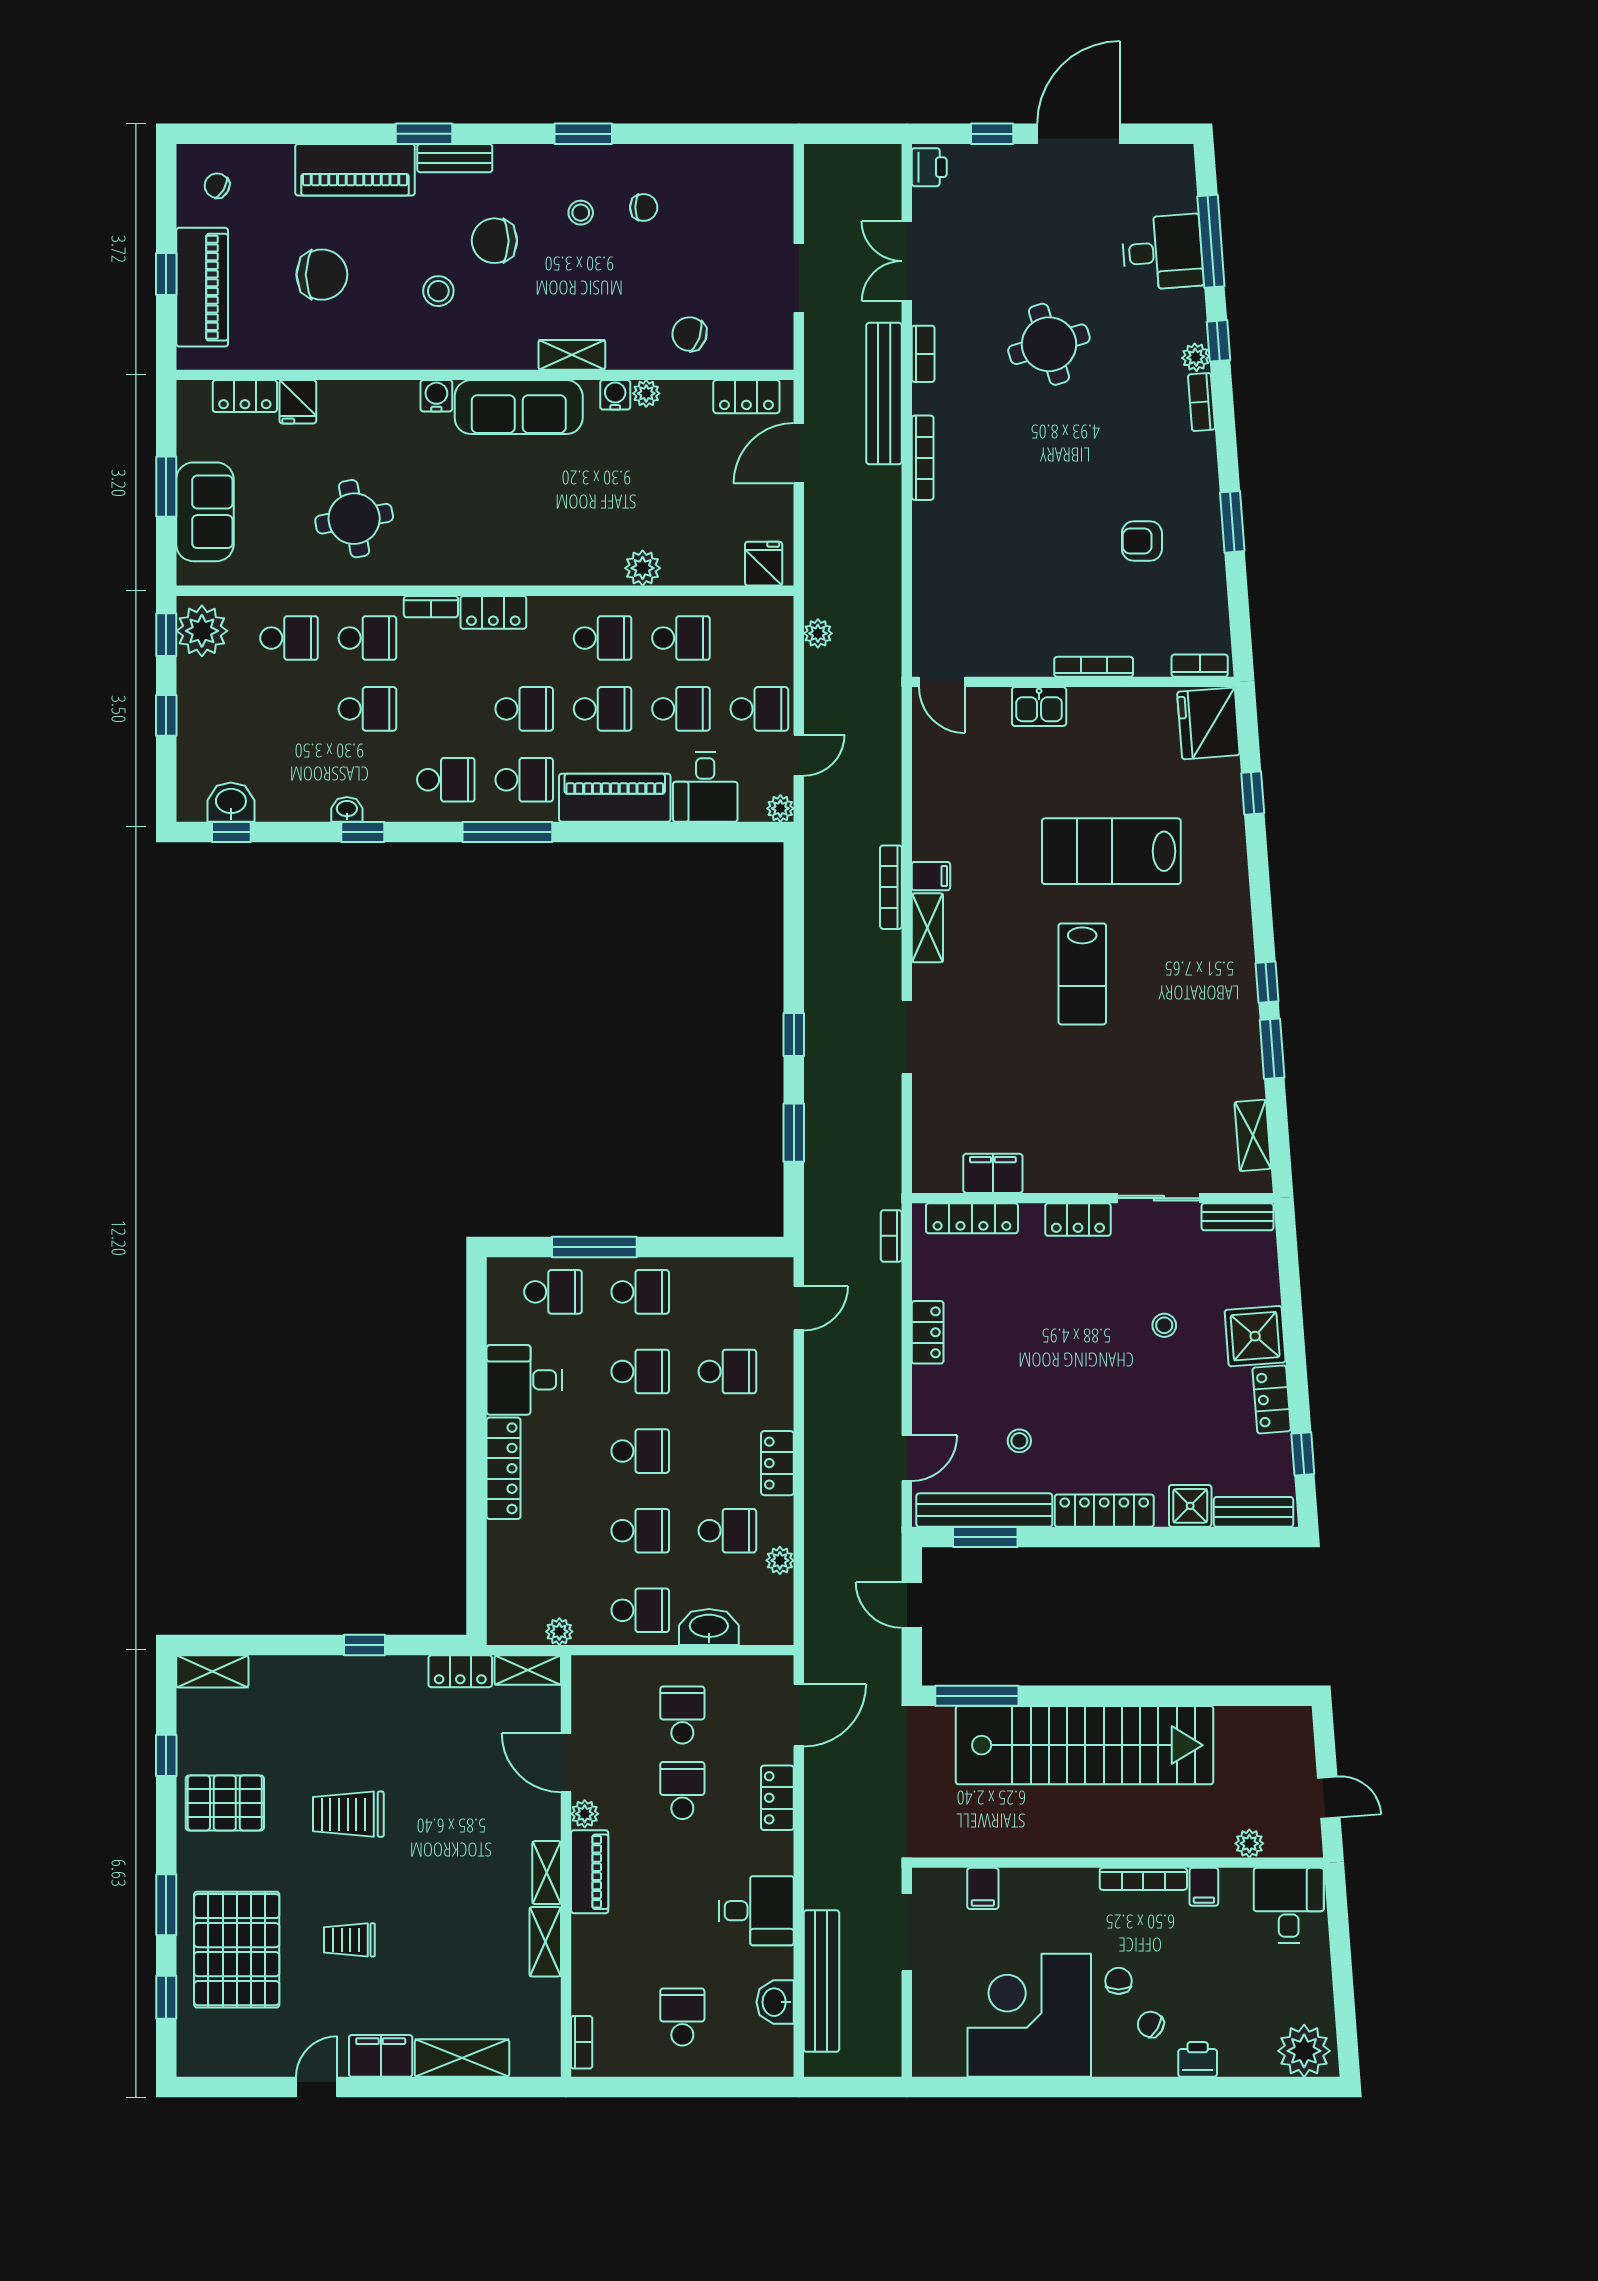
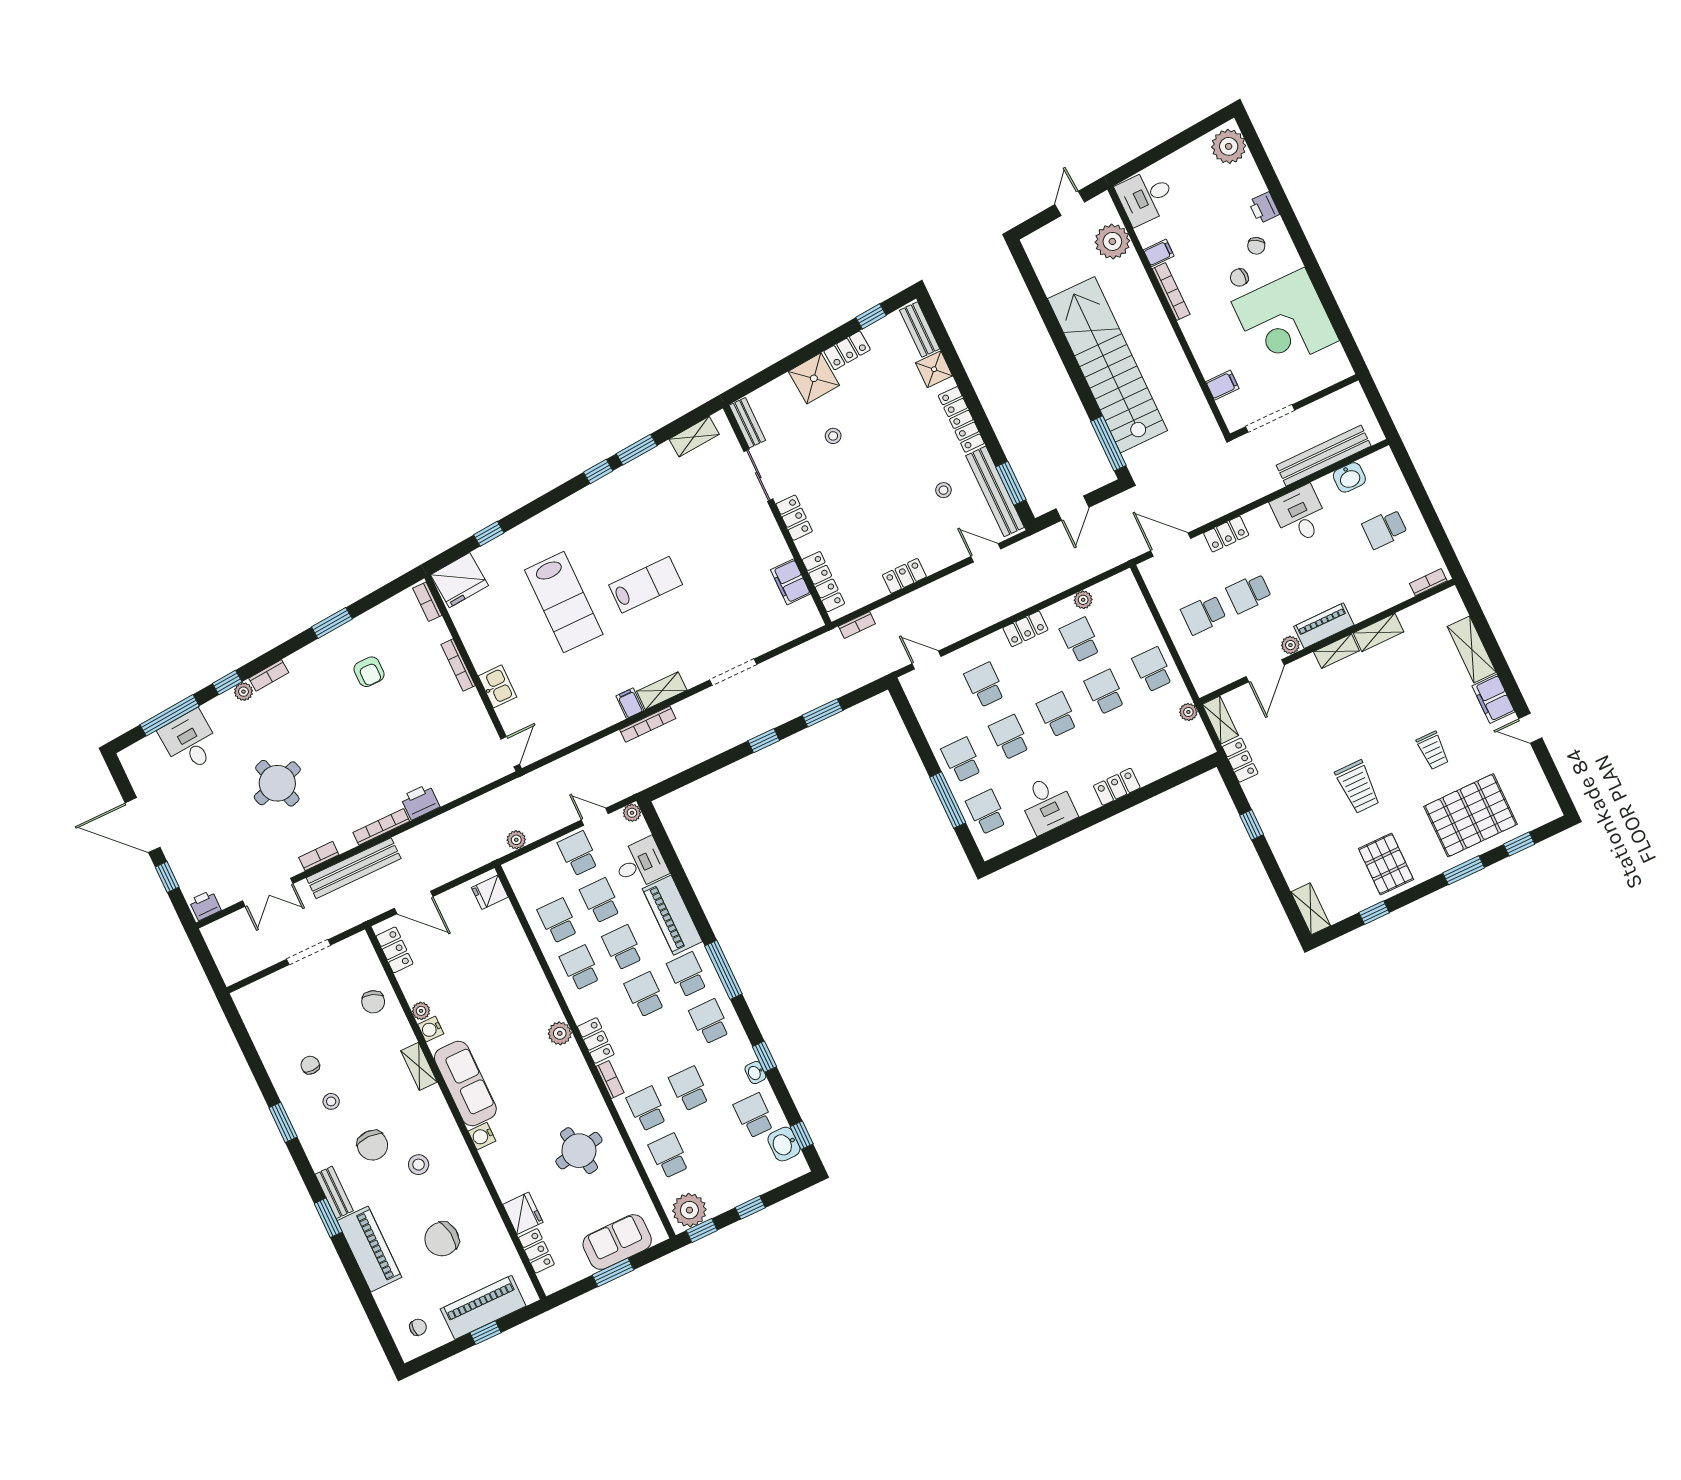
chair: (217, 186) -> (418, 1327), turned -120
chair: (322, 275) -> (442, 1239), turned -97
fridge: (298, 402) -> (523, 1213), width x1.38
printer: (932, 527) -> (420, 802), added
plant: (643, 568) -> (560, 1033), moved
school desk: (289, 780) -> (754, 1116), added
locker: (504, 1468) -> (1117, 787), width x0.66
washbasin: (709, 1627) -> (1143, 624), removed
plant: (1249, 1843) -> (1112, 241), width x1.88, depth x1.88

